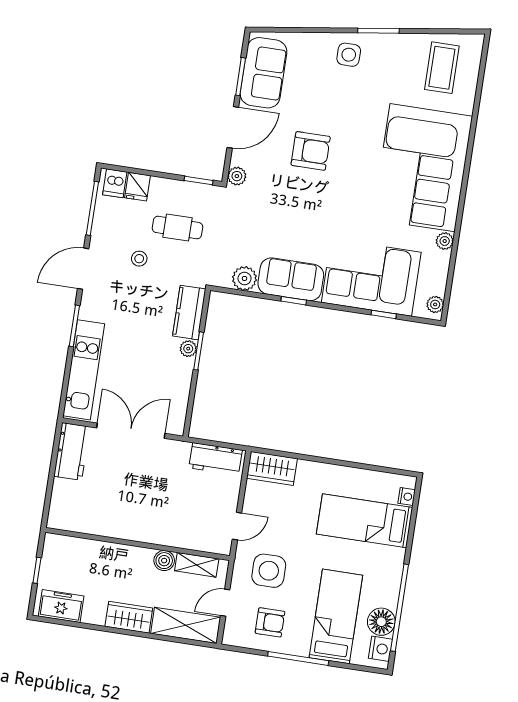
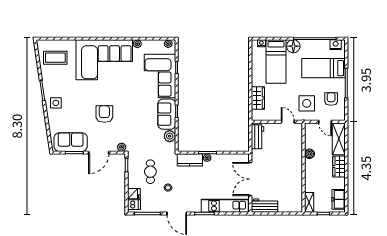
door: (233, 127) -> (99, 153), swing flipped
wardrobe: (272, 468) -> (258, 98), moved
shelving: (197, 565) -> (309, 202), moved
floor lamp: (381, 622) -> (293, 46), moved

